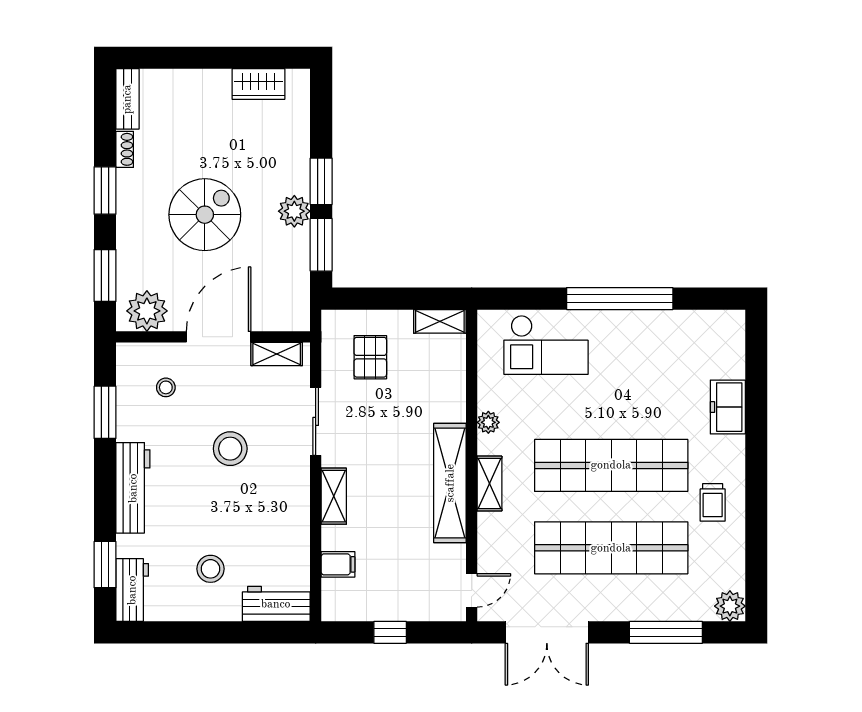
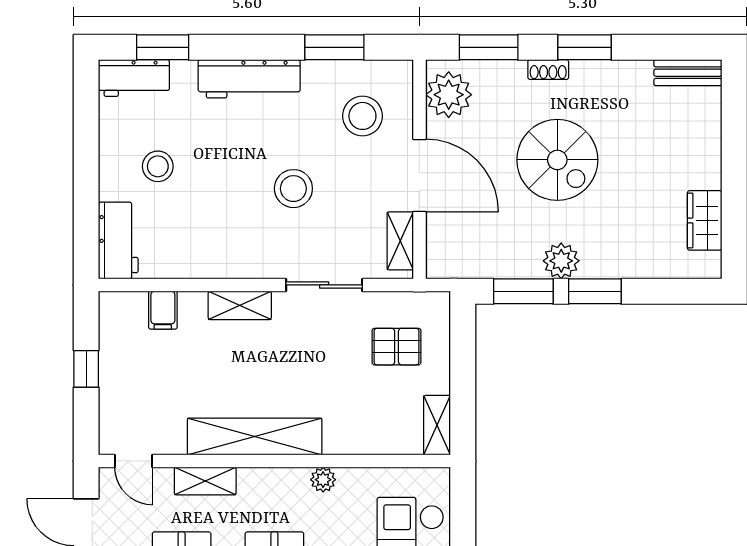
shoe rack: (125, 149) -> (548, 70), moved
stool: (166, 387) -> (362, 116), width x1.89, depth x1.89
shelving: (489, 484) -> (205, 481), moved

